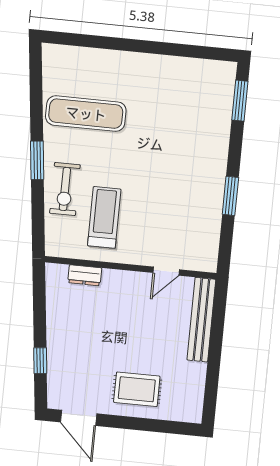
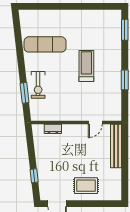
window: (37, 160) -> (25, 93), moved
treadmill: (104, 217) -> (86, 66), moved

